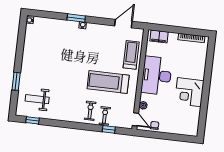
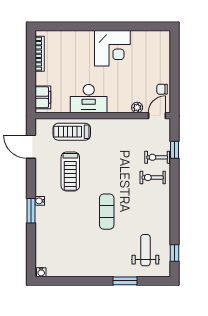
exercise mat: (69, 74) -> (107, 212), added
desk: (157, 76) -> (89, 99), width x0.73, depth x0.77
treadmill: (108, 82) -> (70, 171), moved, width x0.73, depth x0.73
weight bench: (37, 99) -> (145, 250), turned 180

